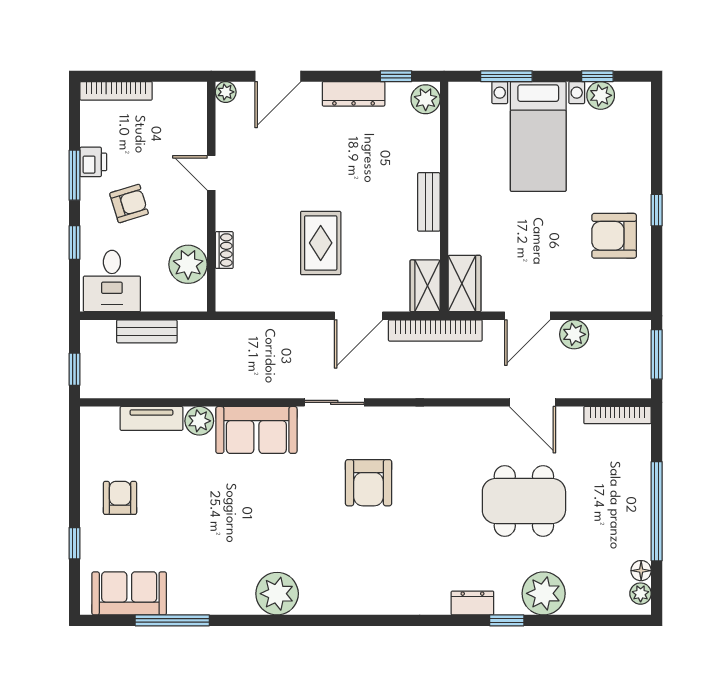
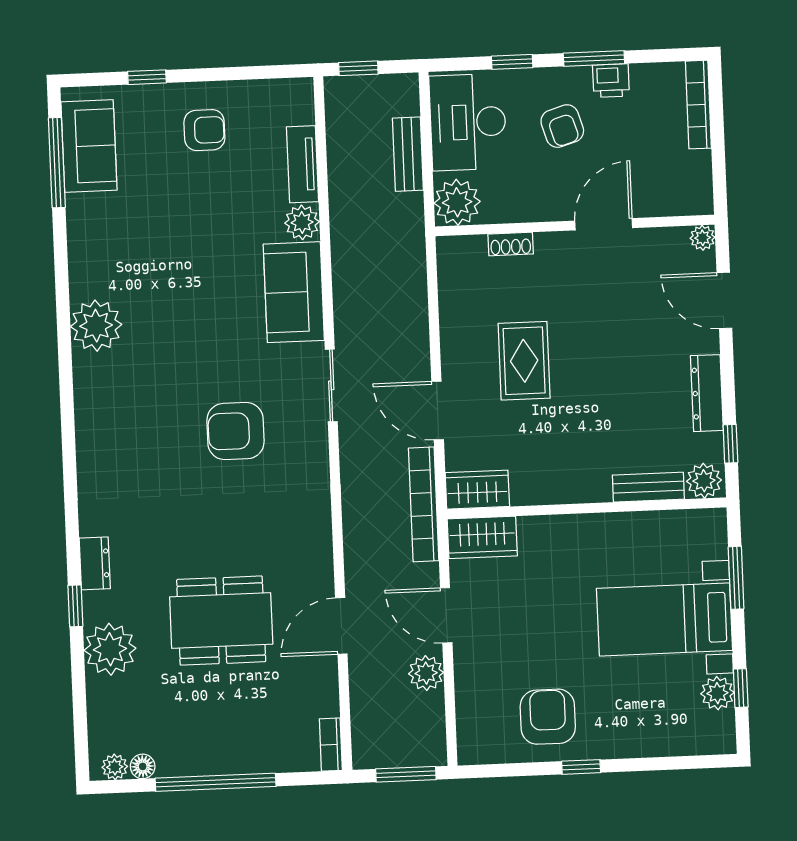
door: (211, 173) -> (604, 224), width x1.37
bench: (429, 202) -> (648, 487), moved
rug: (321, 243) -> (524, 361), turned 90
plant: (188, 264) -> (457, 202), moved
desk: (112, 281) -> (468, 122), width x1.37
bookcase: (617, 415) -> (331, 745), width x0.64
dining table: (524, 501) -> (221, 621), turned 90
window: (172, 620) -> (57, 163), moved

